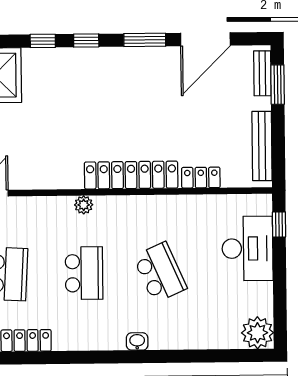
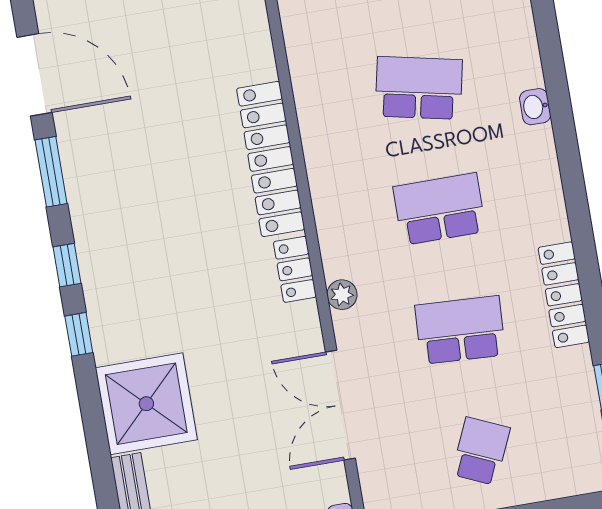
locker: (201, 178) -> (295, 269), moved
plant: (84, 205) -> (342, 295), moved
school desk: (160, 272) -> (419, 88), turned 36

